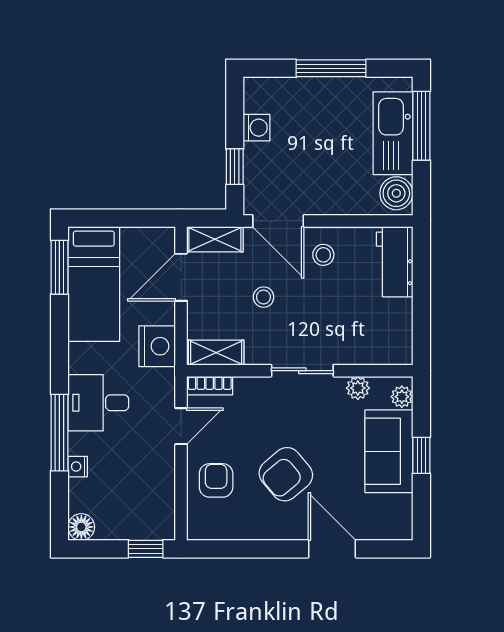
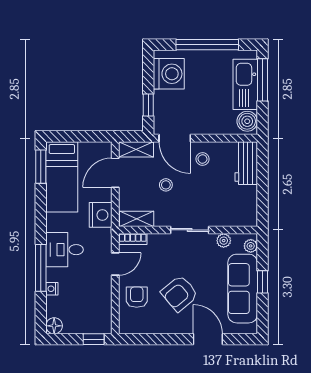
window: (331, 68) -> (207, 45), width x1.46
washing machine: (257, 128) -> (169, 74), width x1.89, depth x1.89
sofa: (389, 451) -> (243, 289), width x1.36

